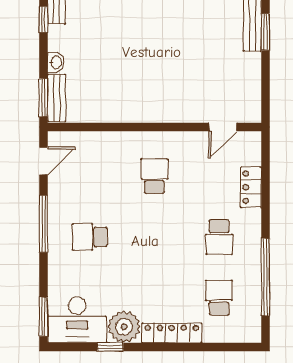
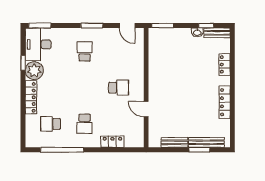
washbasin: (56, 62) -> (197, 32), moved
bench: (57, 98) -> (174, 142), moved
door: (223, 127) -> (146, 109), moved
window: (43, 224) -> (92, 26), width x0.69
school desk: (219, 237) -> (85, 124), turned -90
school desk: (219, 298) -> (51, 124), turned 180

